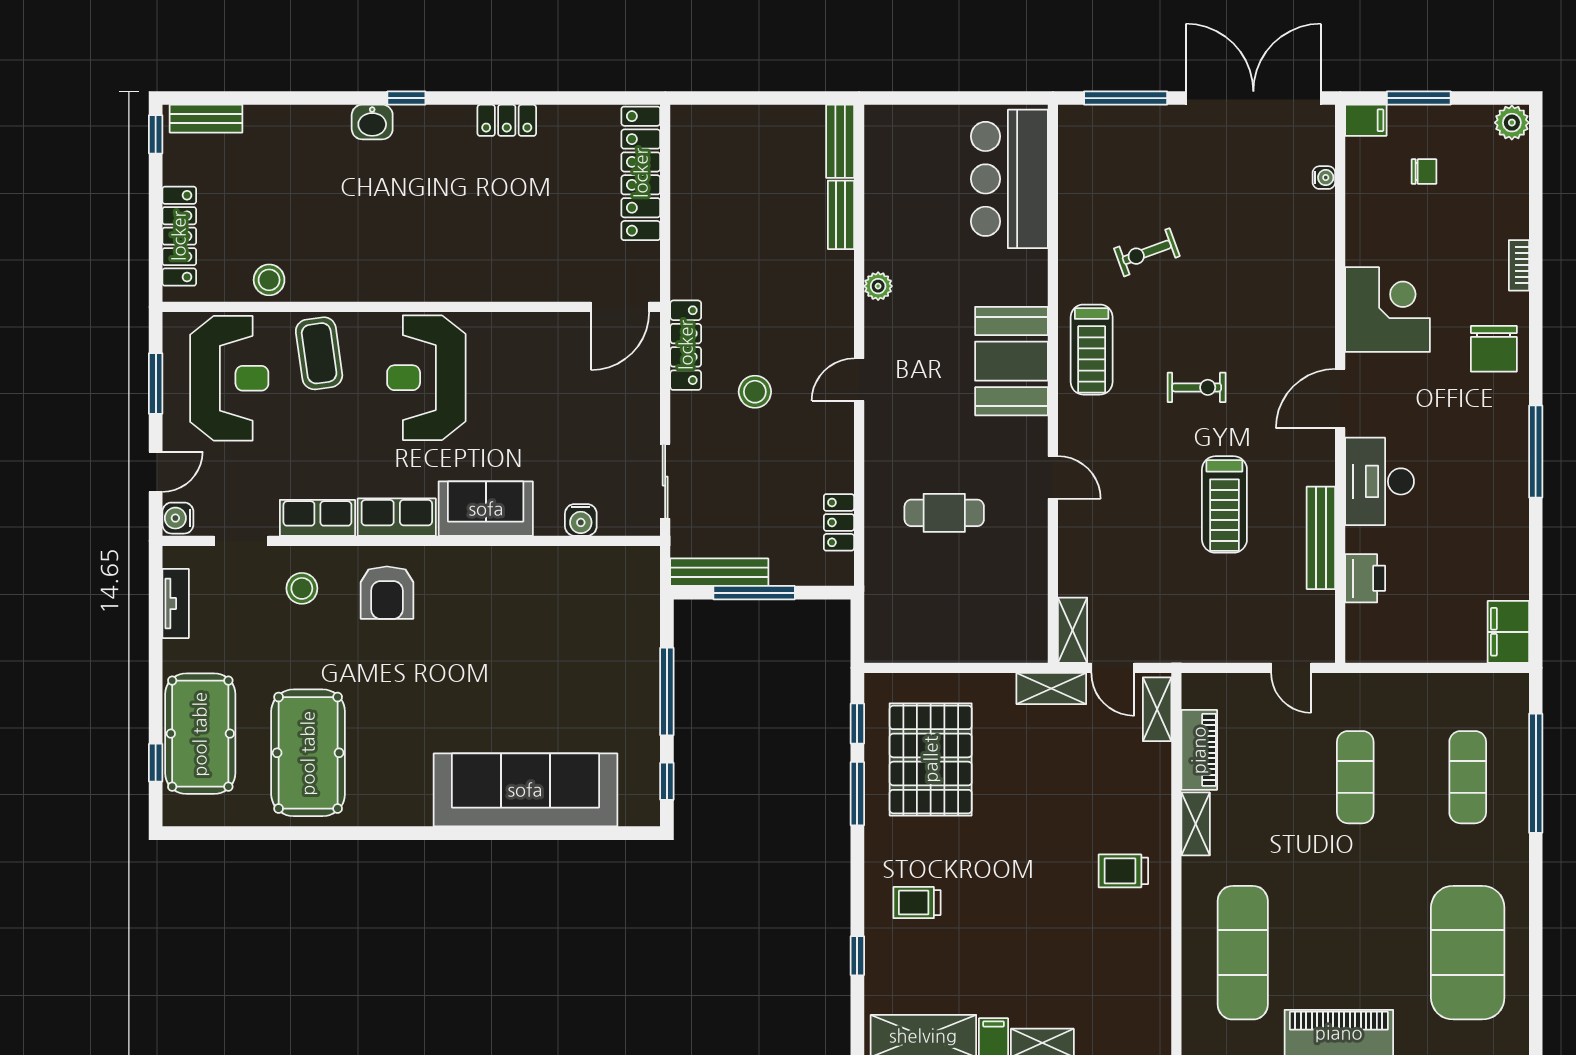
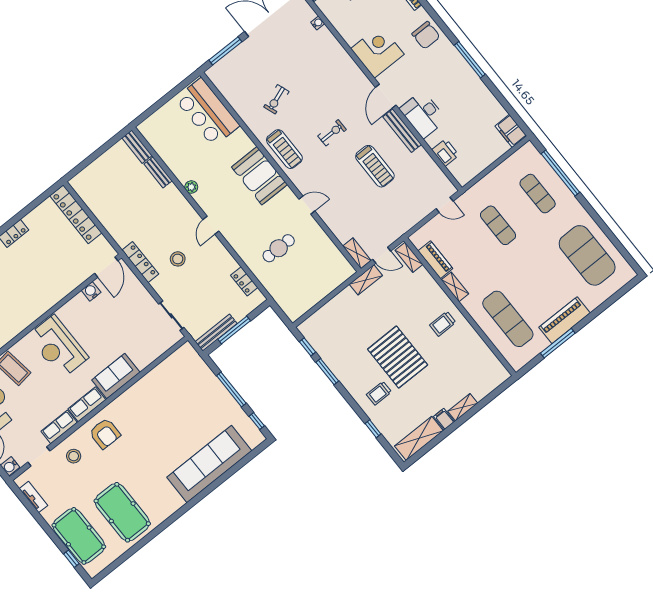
water cooler: (581, 520) -> (91, 291), moved, turned 180
bench: (1321, 538) -> (402, 131), moved
pallet: (931, 759) -> (398, 357), moved

